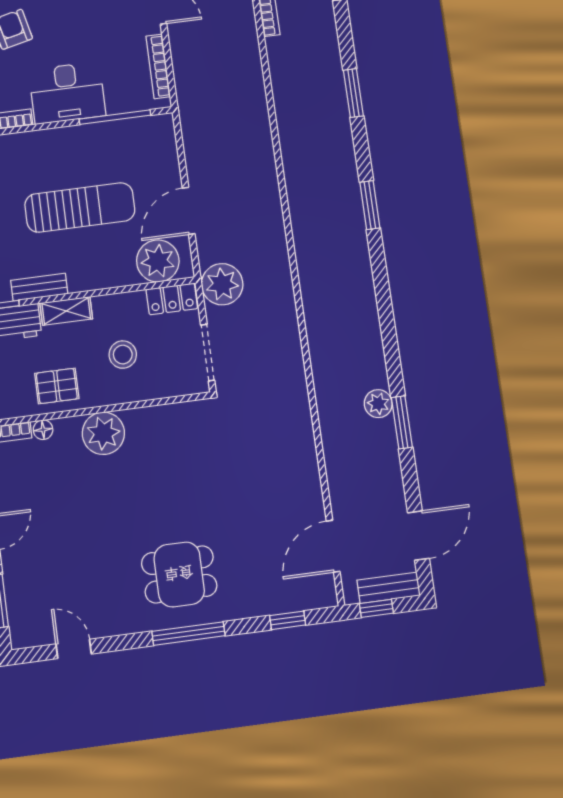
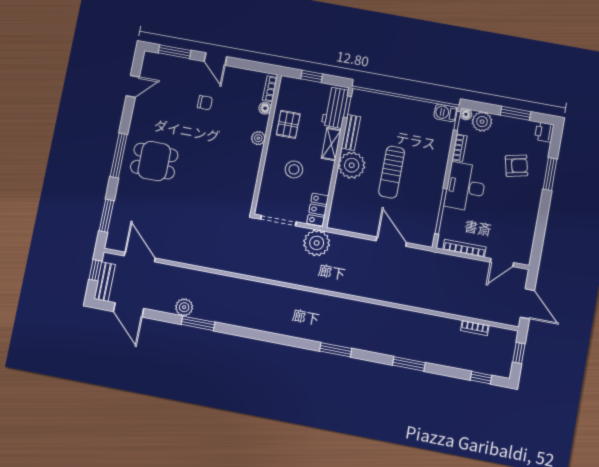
sun lounger: (80, 207) -> (392, 172), width x0.73, depth x0.75
door: (189, 211) -> (391, 242), moved
plant: (158, 261) -> (352, 165), moved
plant: (378, 404) -> (184, 307), moved
plant: (103, 433) -> (258, 138), width x0.53, depth x0.53
chair: (64, 526) -> (205, 103), added
dining table: (179, 574) -> (154, 161), turned 90
window: (288, 620) -> (106, 216), width x1.50

